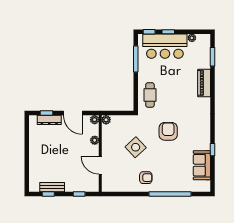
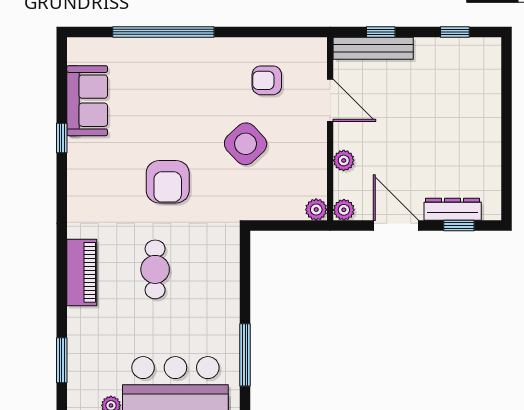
piano: (204, 83) -> (82, 272), moved
cafe table: (150, 95) -> (155, 269), moved
armchair: (146, 178) -> (267, 80), moved
bench: (52, 187) -> (373, 48), moved, width x1.36

